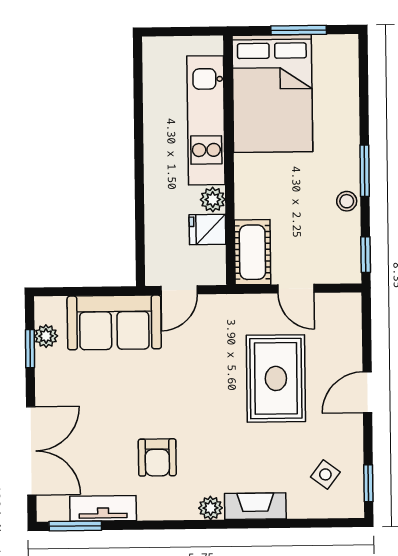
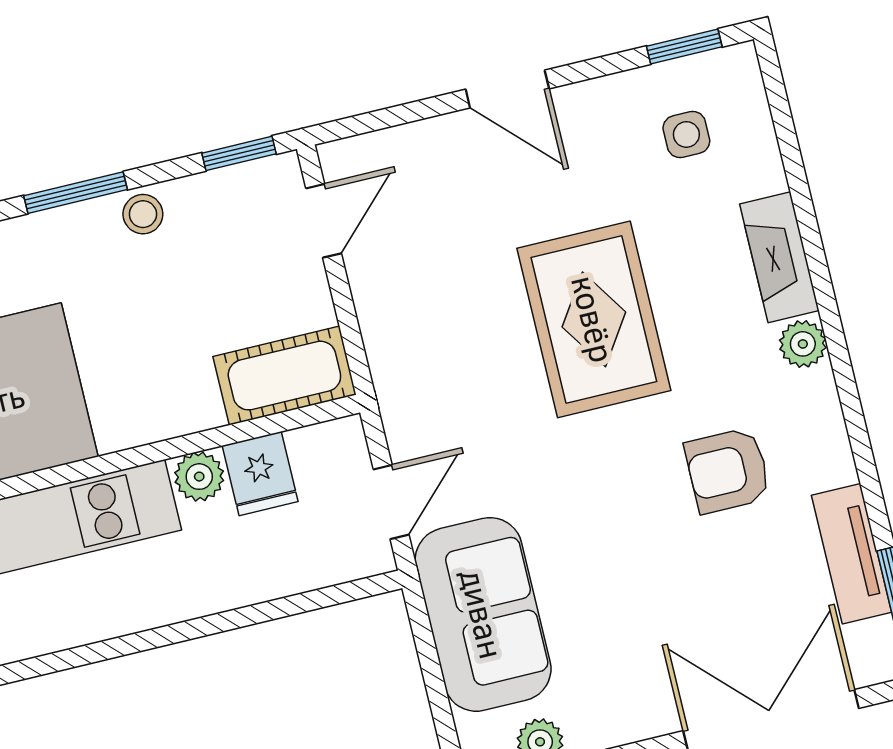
door: (296, 289) -> (324, 221), moved
door: (179, 290) -> (391, 502), hinge flipped
rug: (276, 378) -> (594, 319), moved, turned 90
armchair: (157, 457) -> (728, 470), turned 180
side table: (325, 474) -> (686, 134), turned -37

